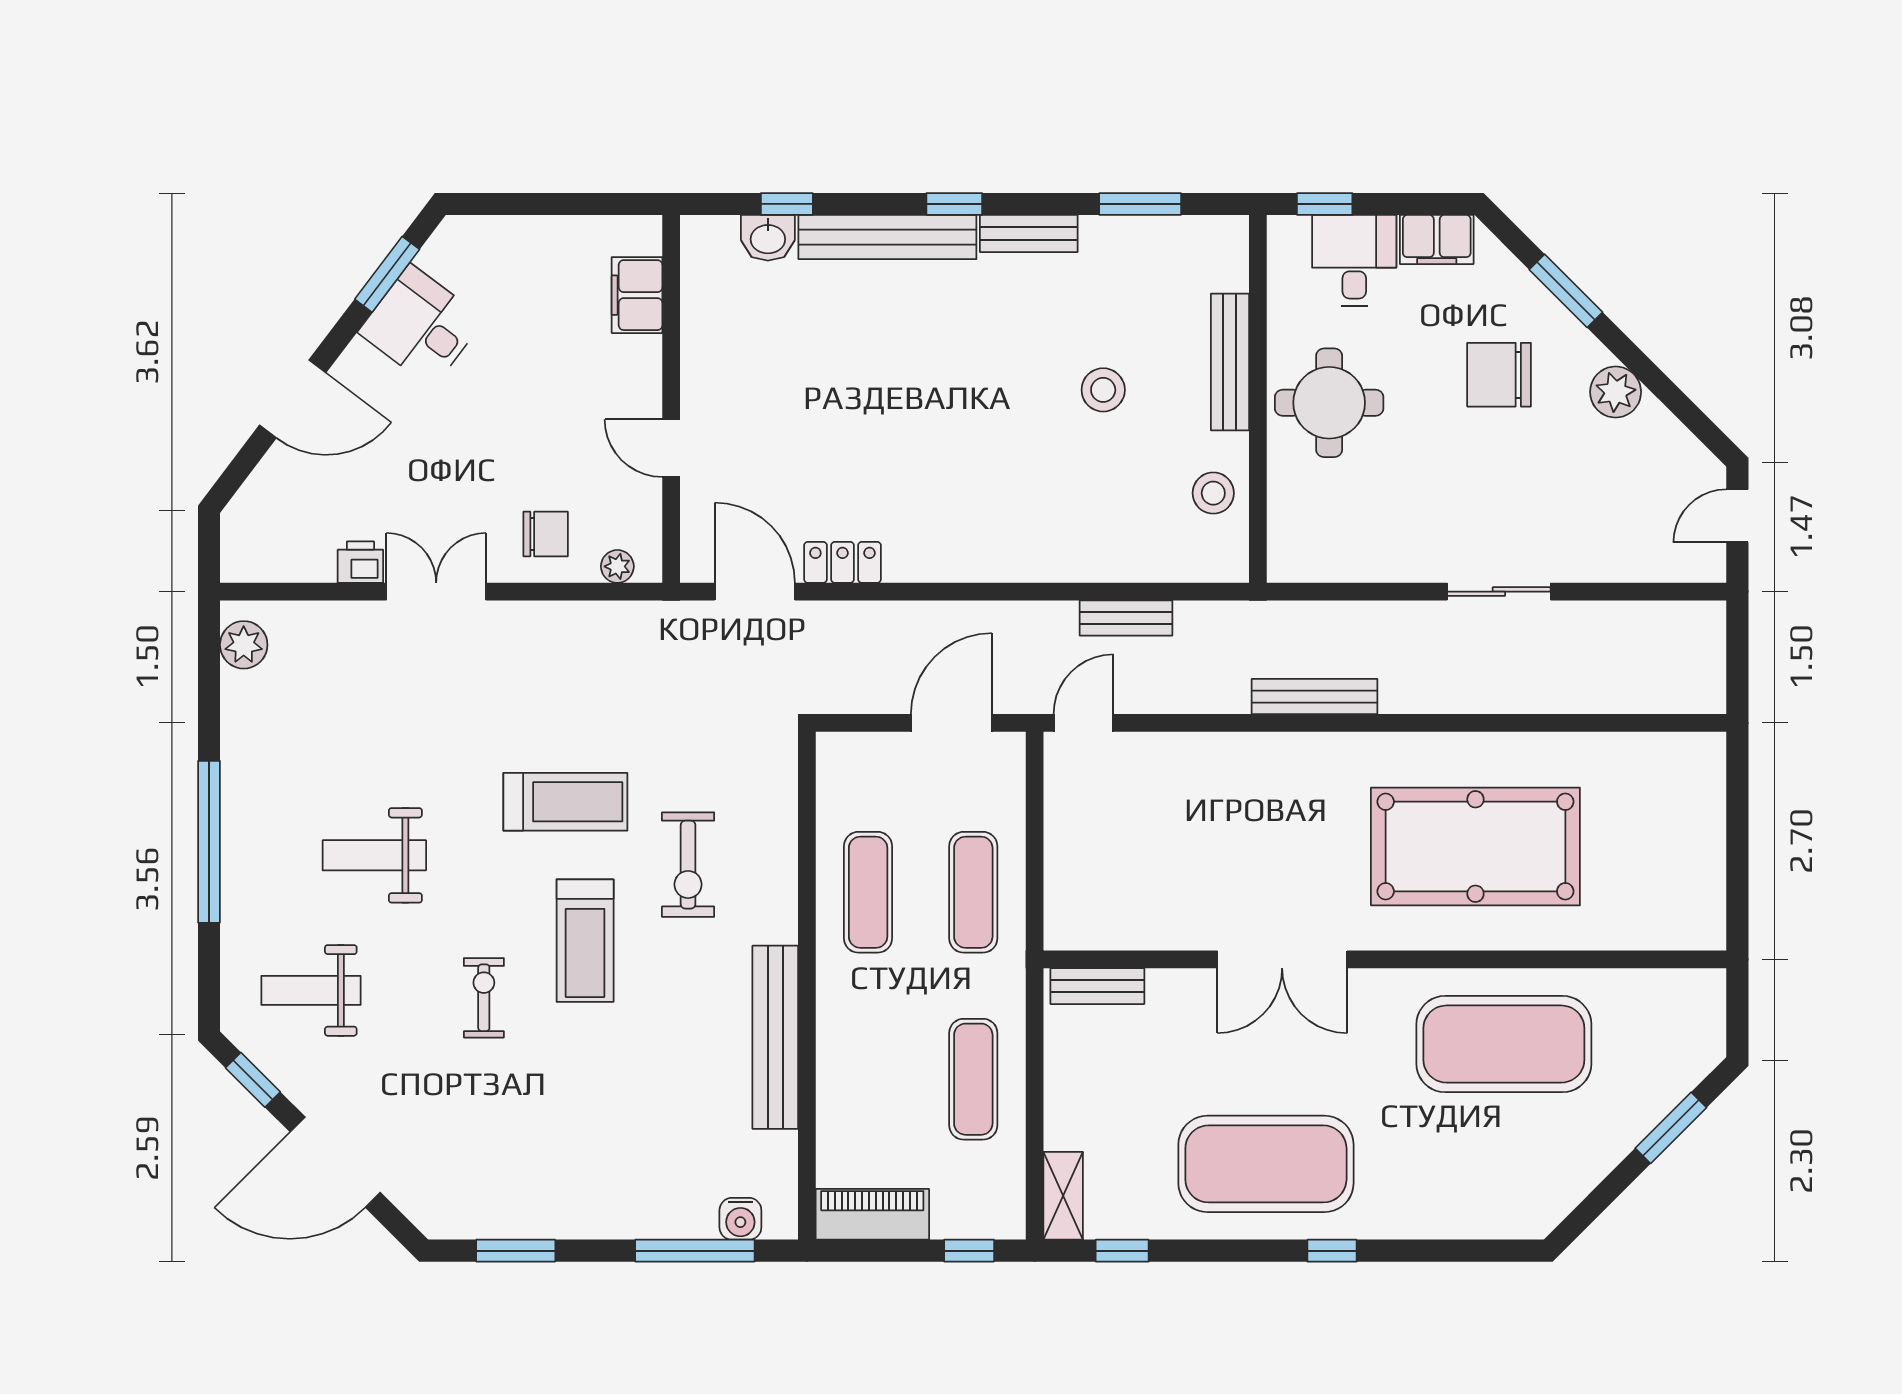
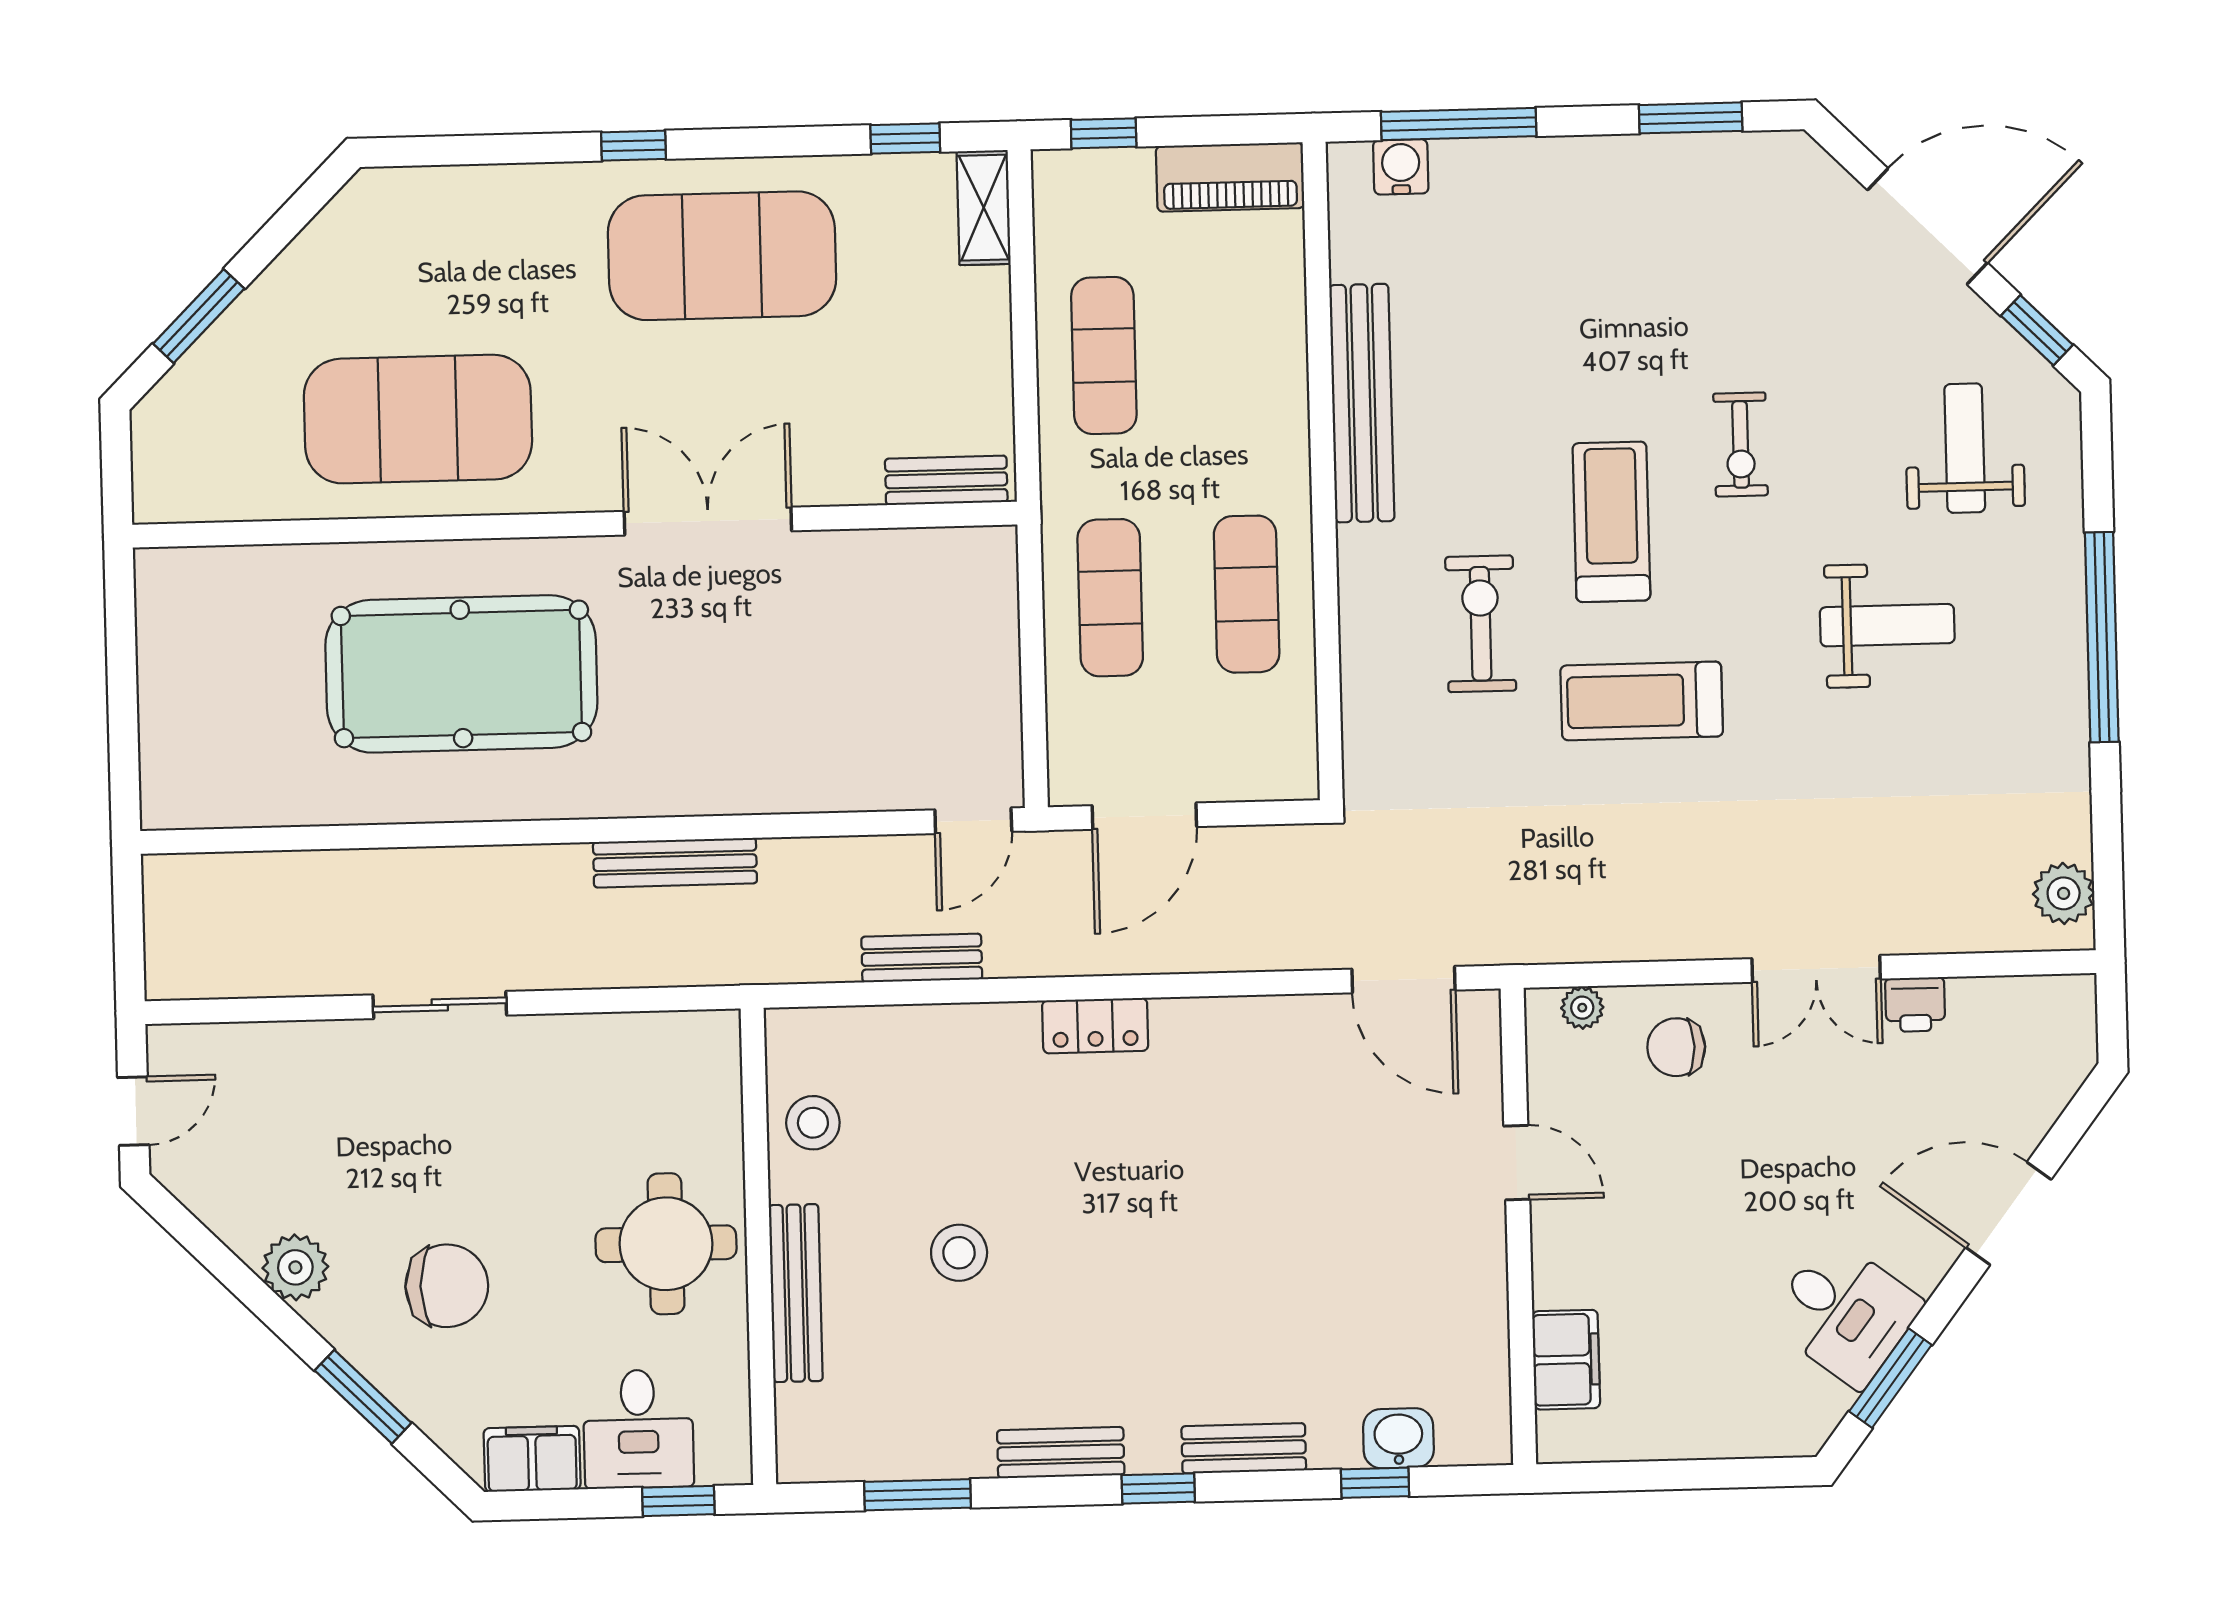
bench: (887, 237) -> (1244, 1448), width x0.54, depth x0.82
locker: (842, 562) -> (1095, 1026), moved
weight bench: (311, 990) -> (1965, 448), turned -90

